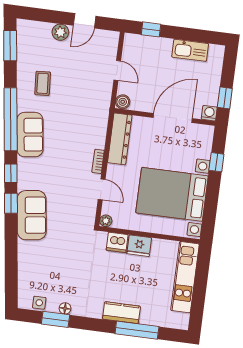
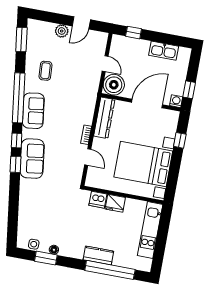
boiler: (123, 102) -> (114, 85), width x1.86, depth x1.86
sofa: (32, 215) -> (32, 159), moved
plant: (106, 221) -> (90, 182), removed
window: (137, 330) -> (110, 270), width x1.46

